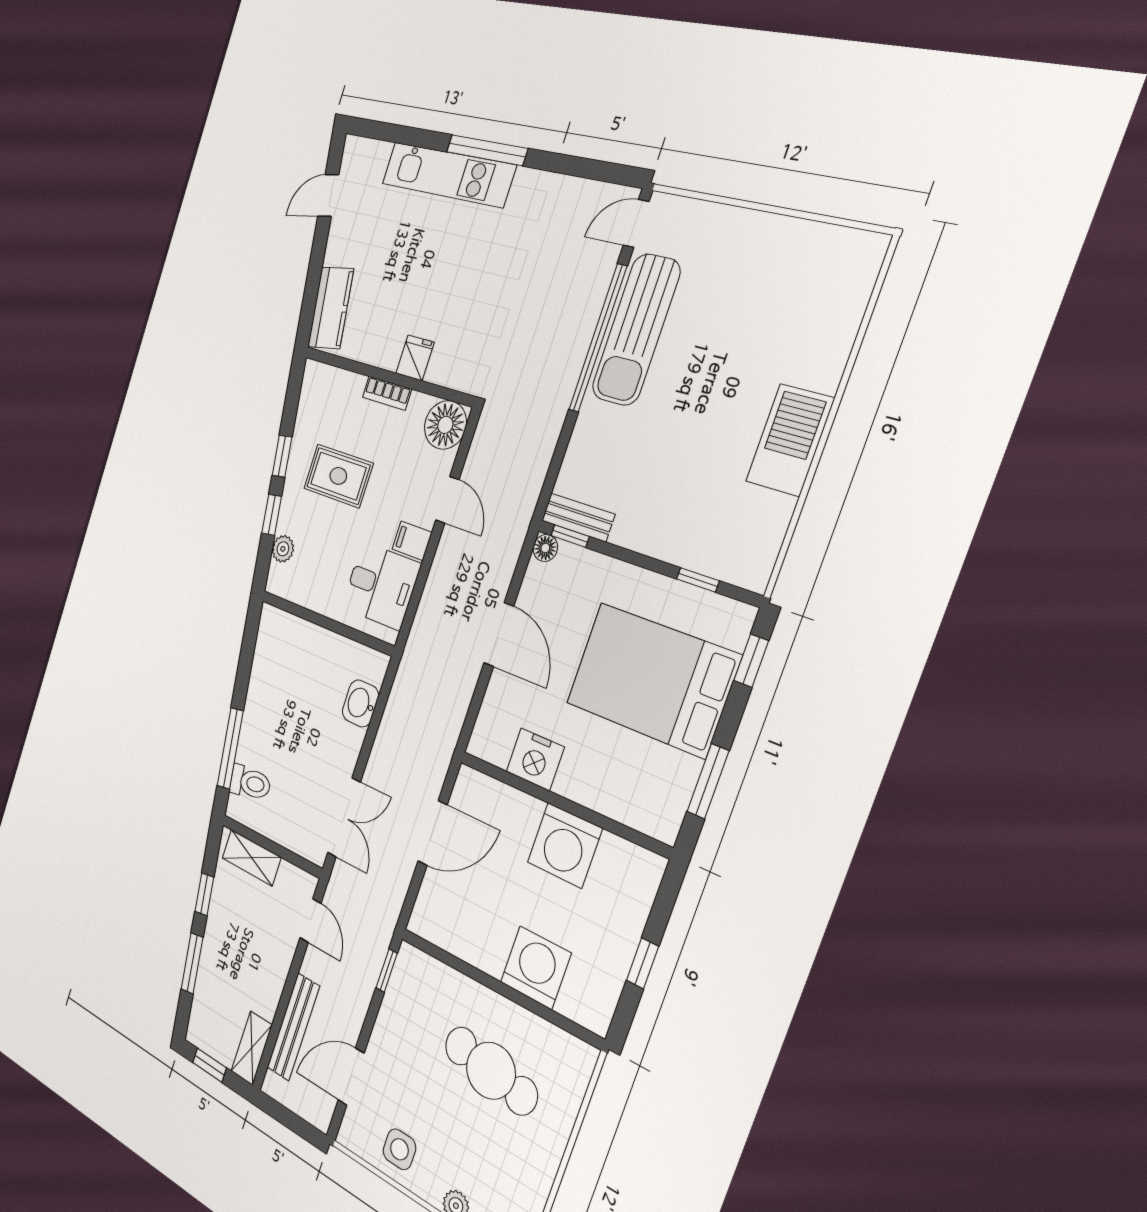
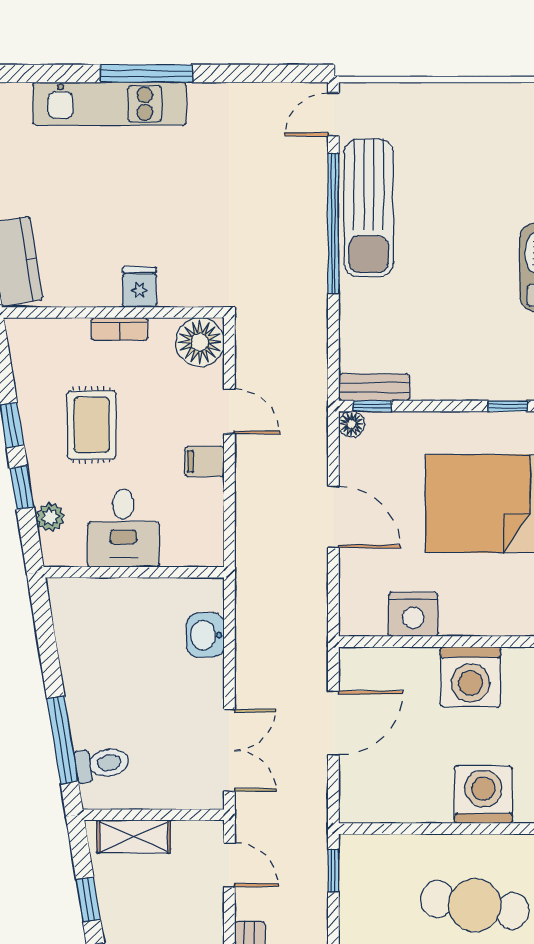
rug: (338, 476) -> (92, 425), turned 90
desk: (381, 586) -> (123, 528), moved, turned 90

